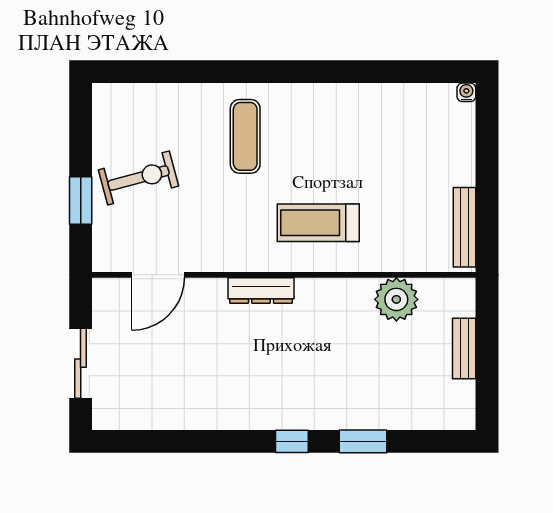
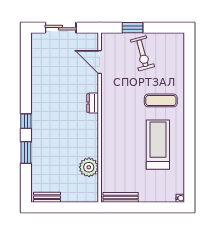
treadmill: (318, 223) -> (158, 145), moved, width x1.37, depth x1.38
dresser: (261, 291) -> (93, 103), width x0.70
bench: (464, 349) -> (47, 197), moved

